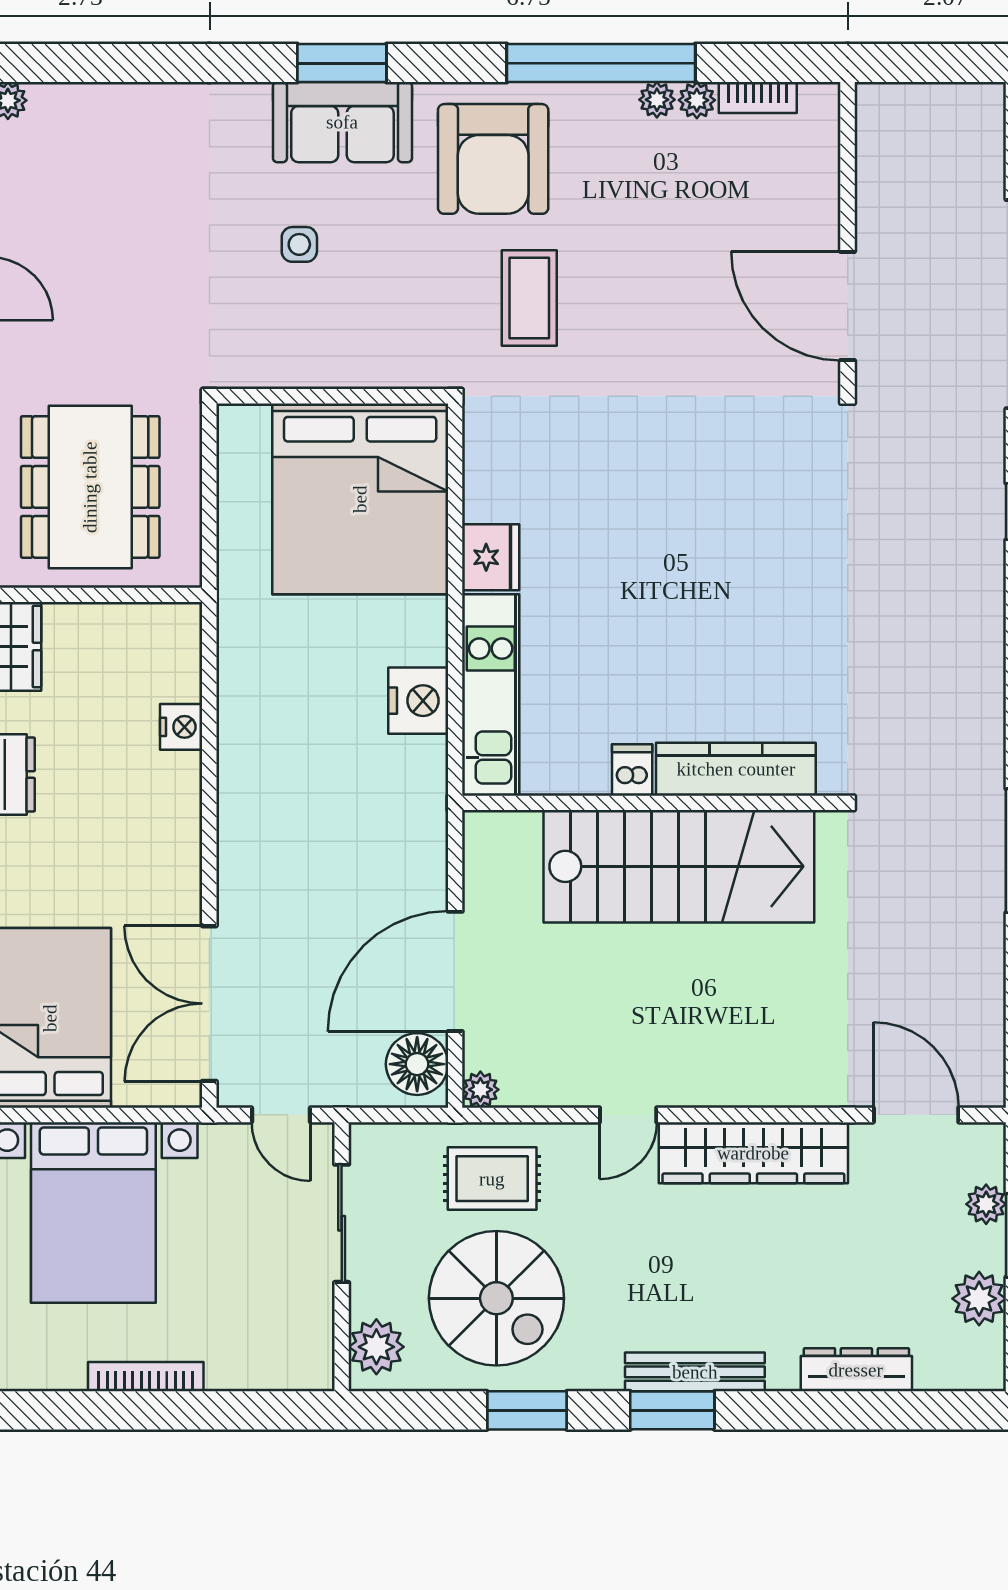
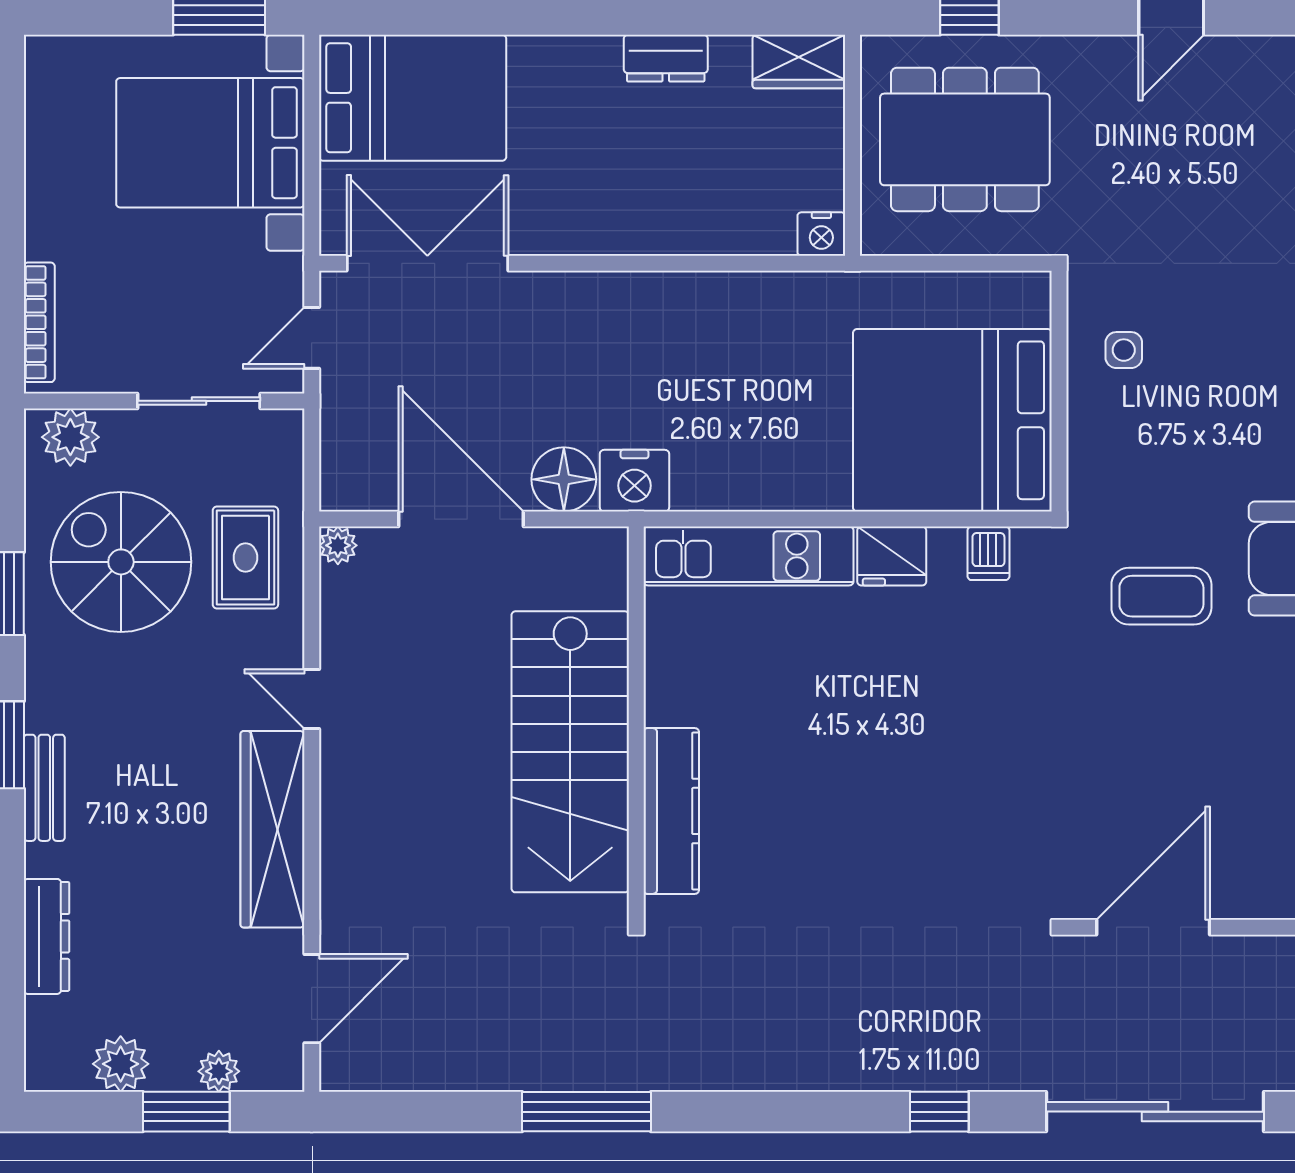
side table: (299, 244) -> (1124, 350), moved
nightstand: (418, 701) -> (634, 481), moved
nightstand: (181, 727) -> (821, 234), moved
dishwasher: (632, 770) -> (988, 553), moved, turned 90
floor lamp: (417, 1064) -> (564, 479), moved
spiral stairs: (496, 1298) -> (121, 562), turned 90
bench: (695, 1372) -> (44, 788), width x0.73
bookcase: (146, 1377) -> (39, 322), moved

